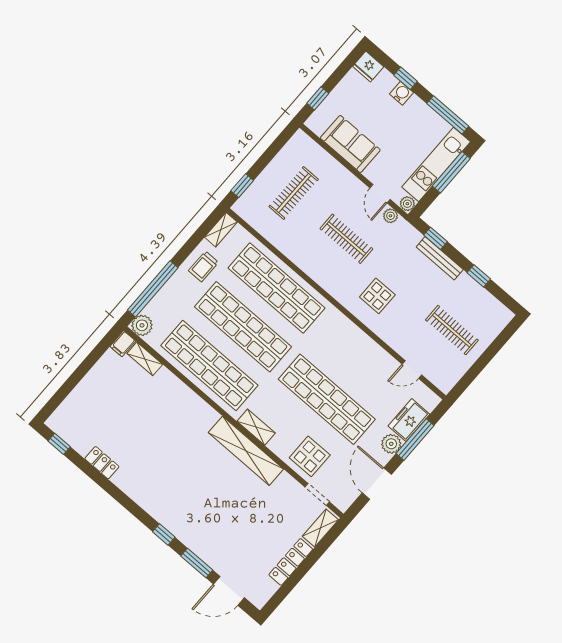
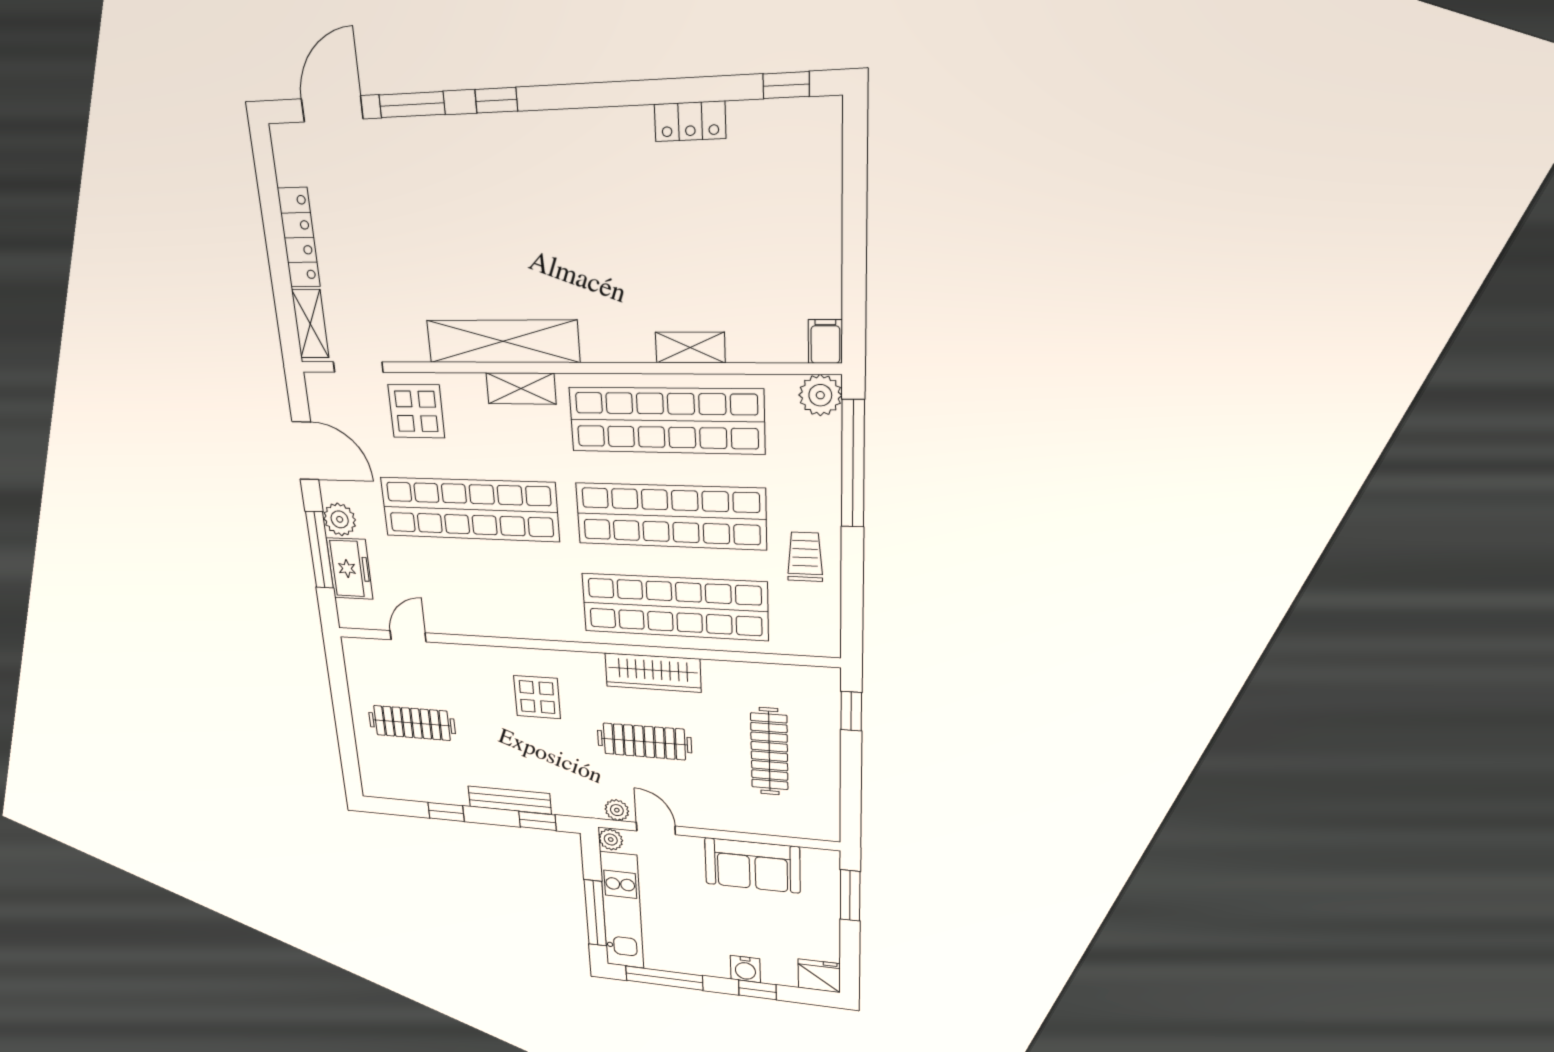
window: (318, 98) -> (850, 895), width x1.50
shelving: (221, 230) -> (827, 628), removed
wardrobe: (313, 267) -> (653, 673), added
shelving: (145, 359) -> (690, 348), moved

